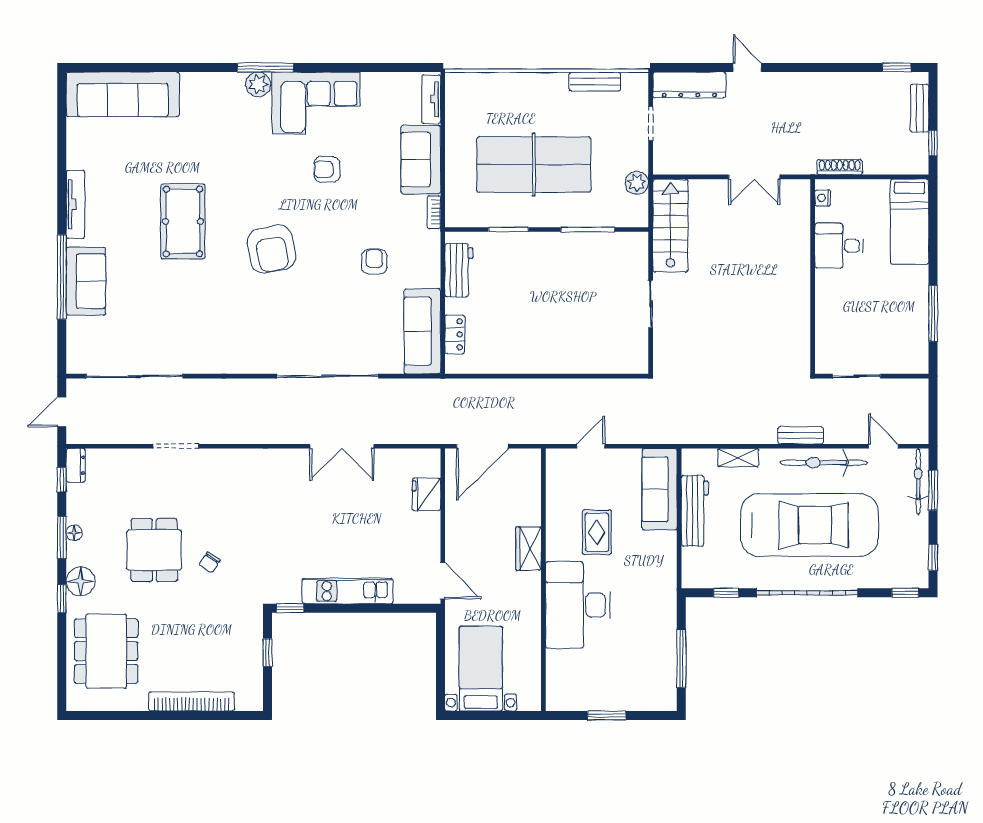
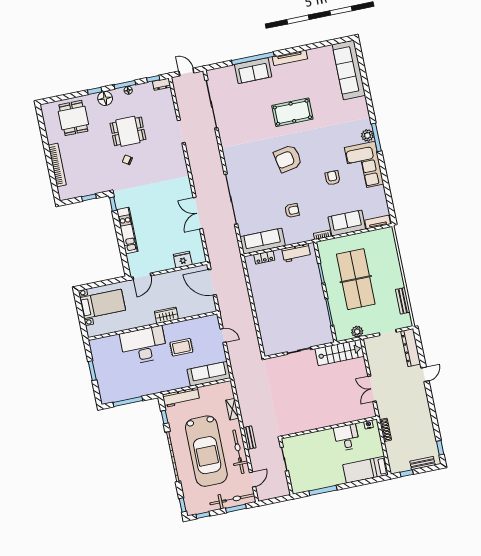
bicycle: (918, 481) -> (232, 499), width x1.37, depth x1.40
workbench: (695, 511) -> (181, 397), moved
dining table: (106, 651) -> (73, 118), width x0.73

